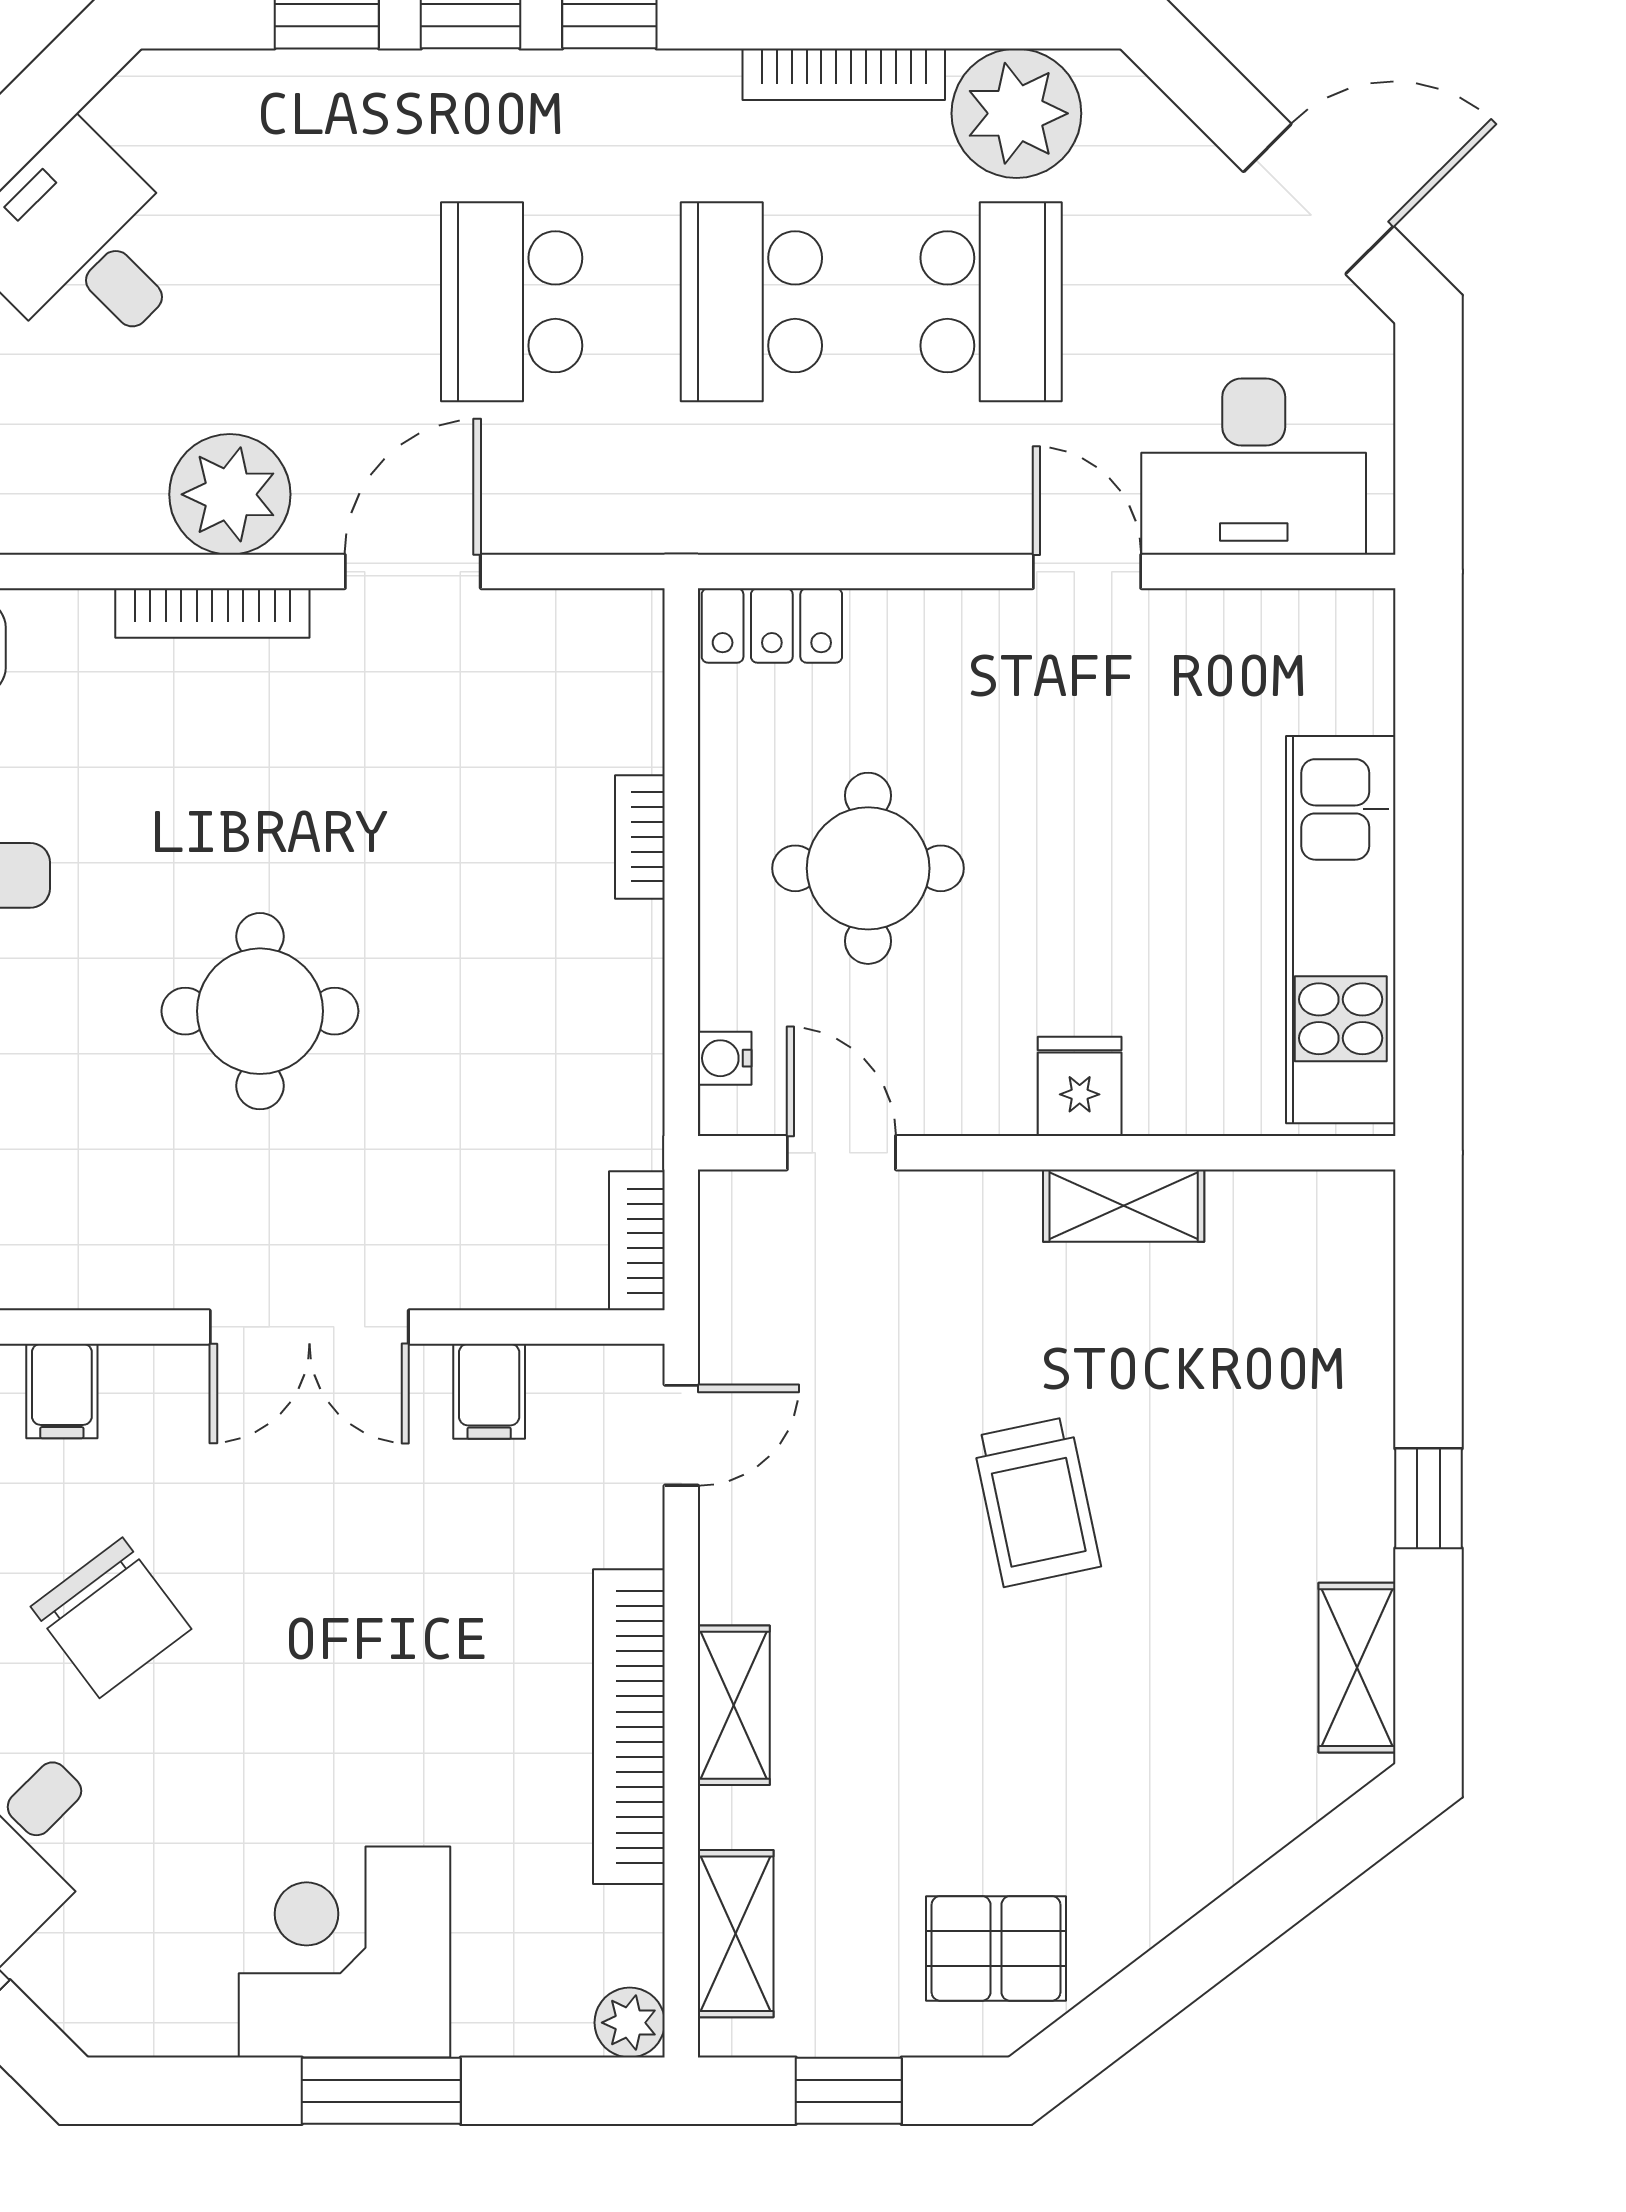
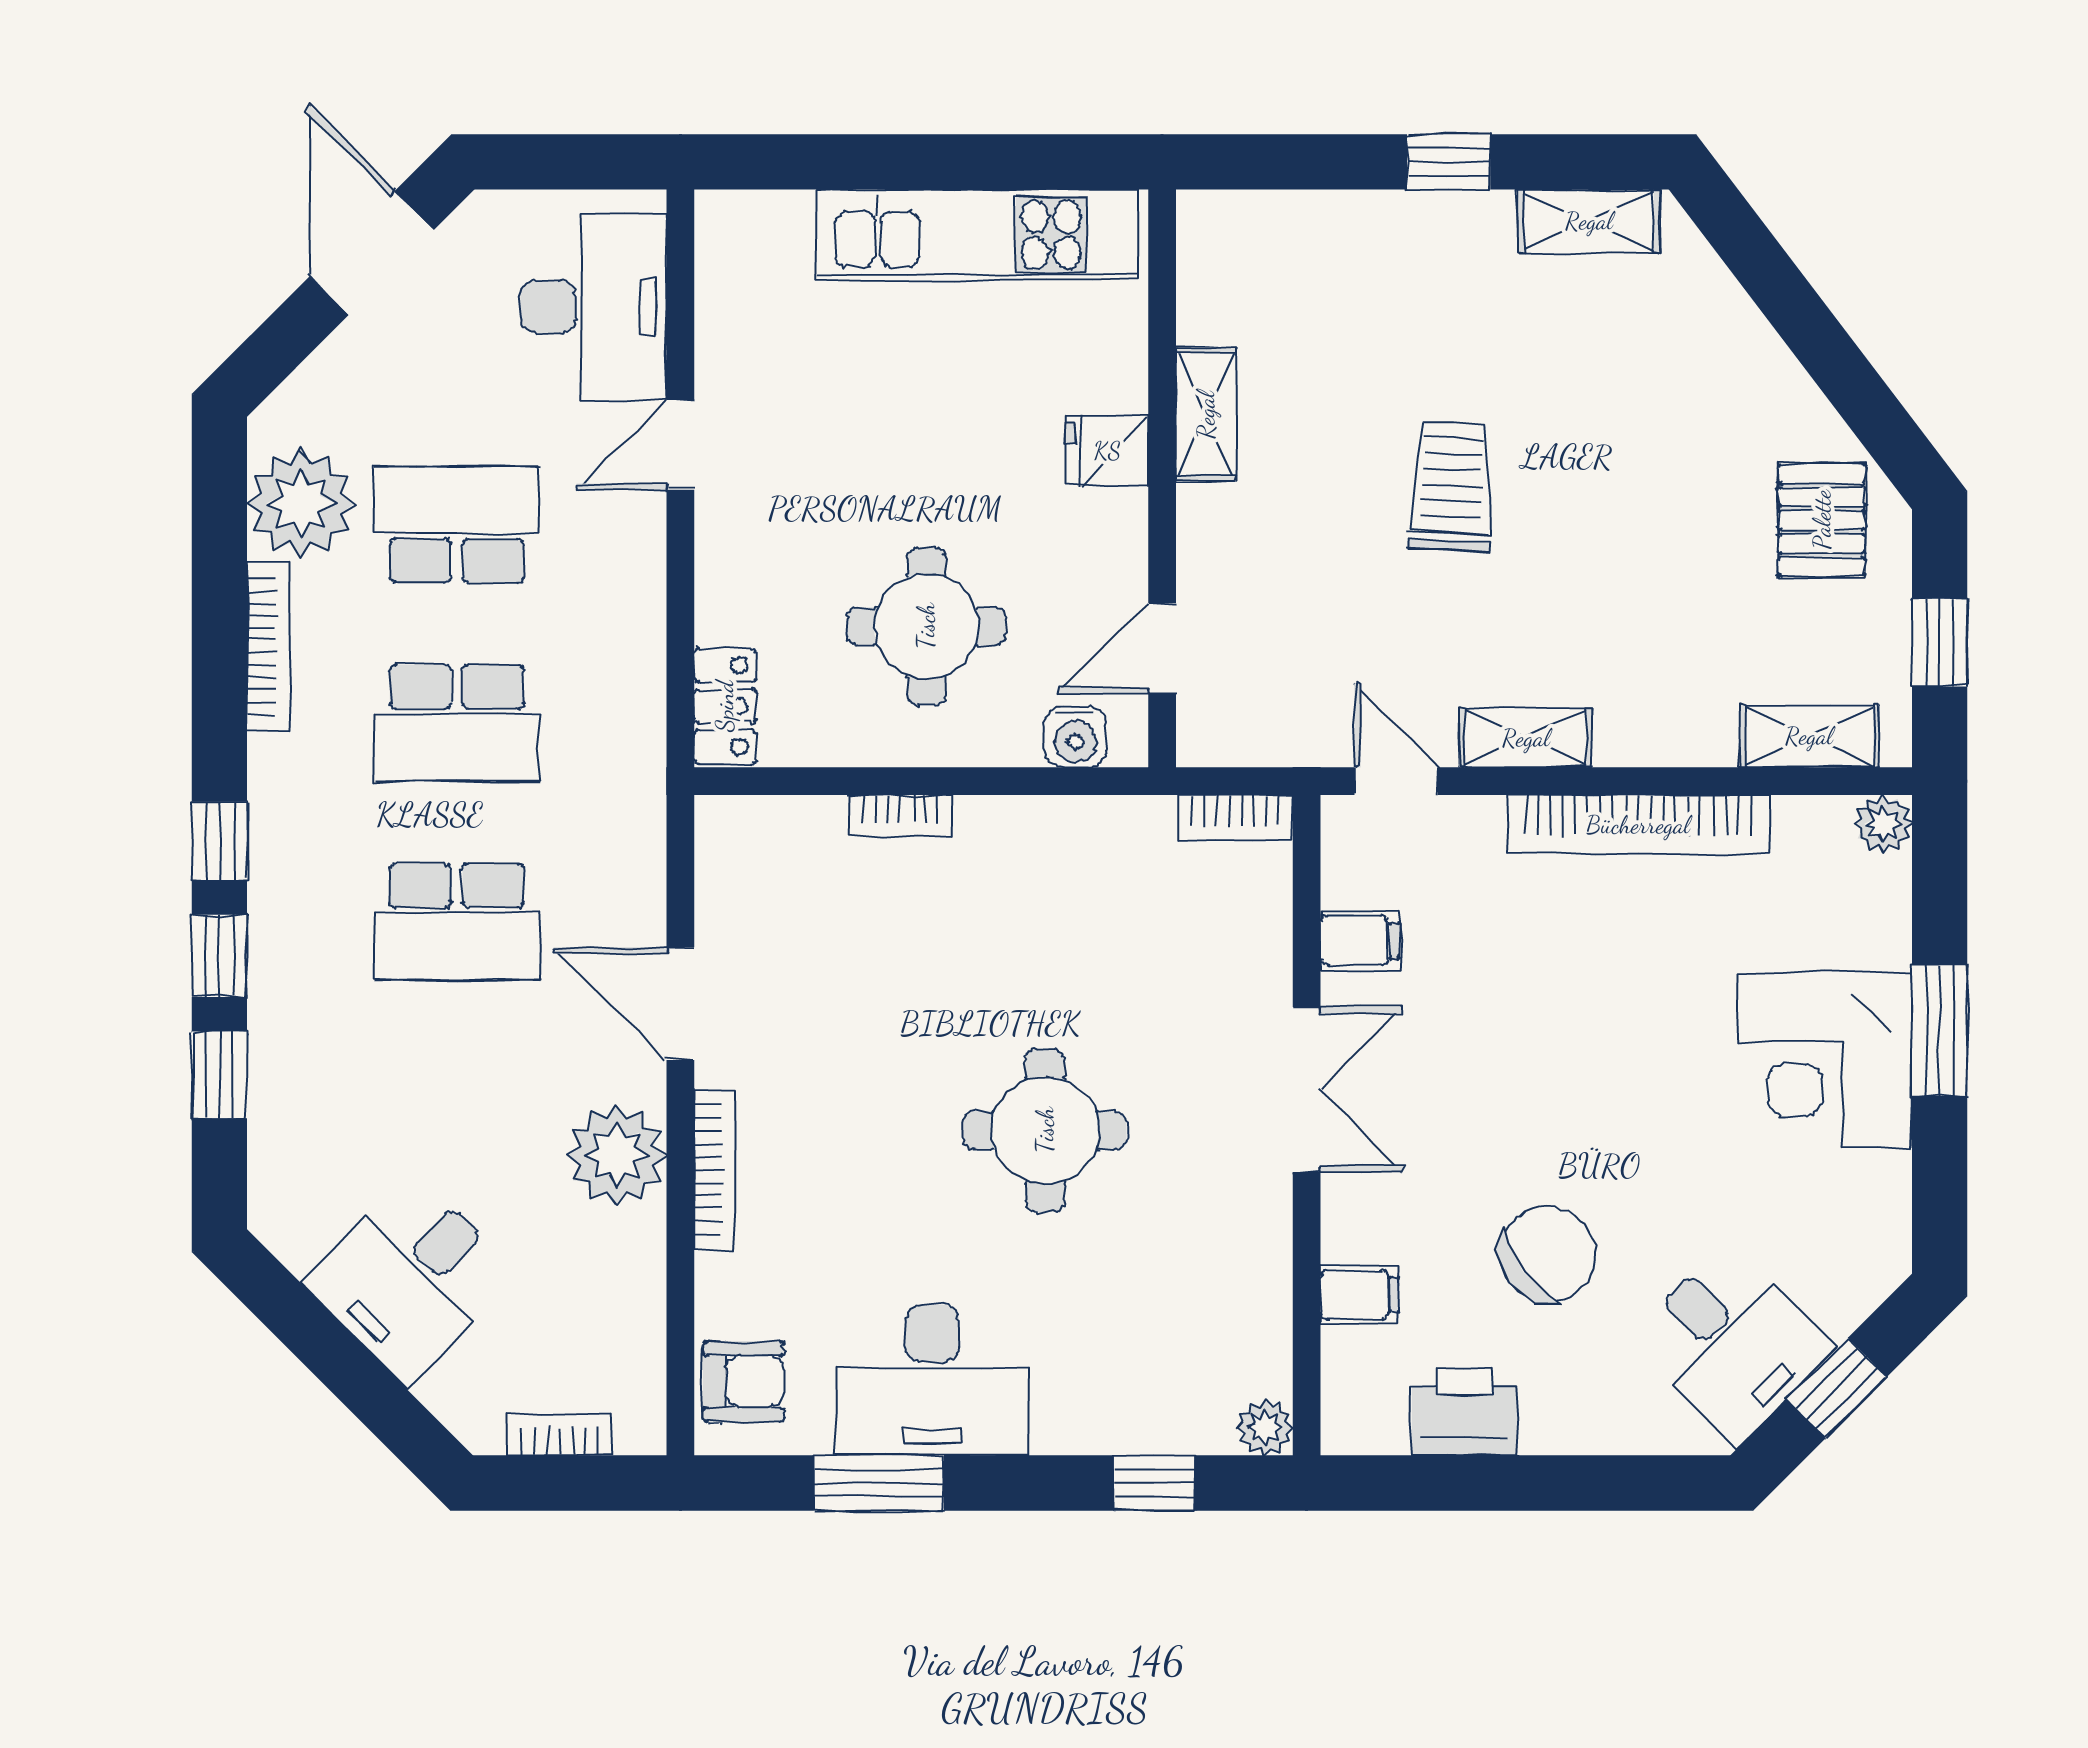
water cooler: (725, 1058) -> (1075, 737), width x1.38, depth x1.38
trolley: (1036, 1502) -> (1451, 487), turned -75
shelving: (734, 1705) -> (1526, 738), moved

